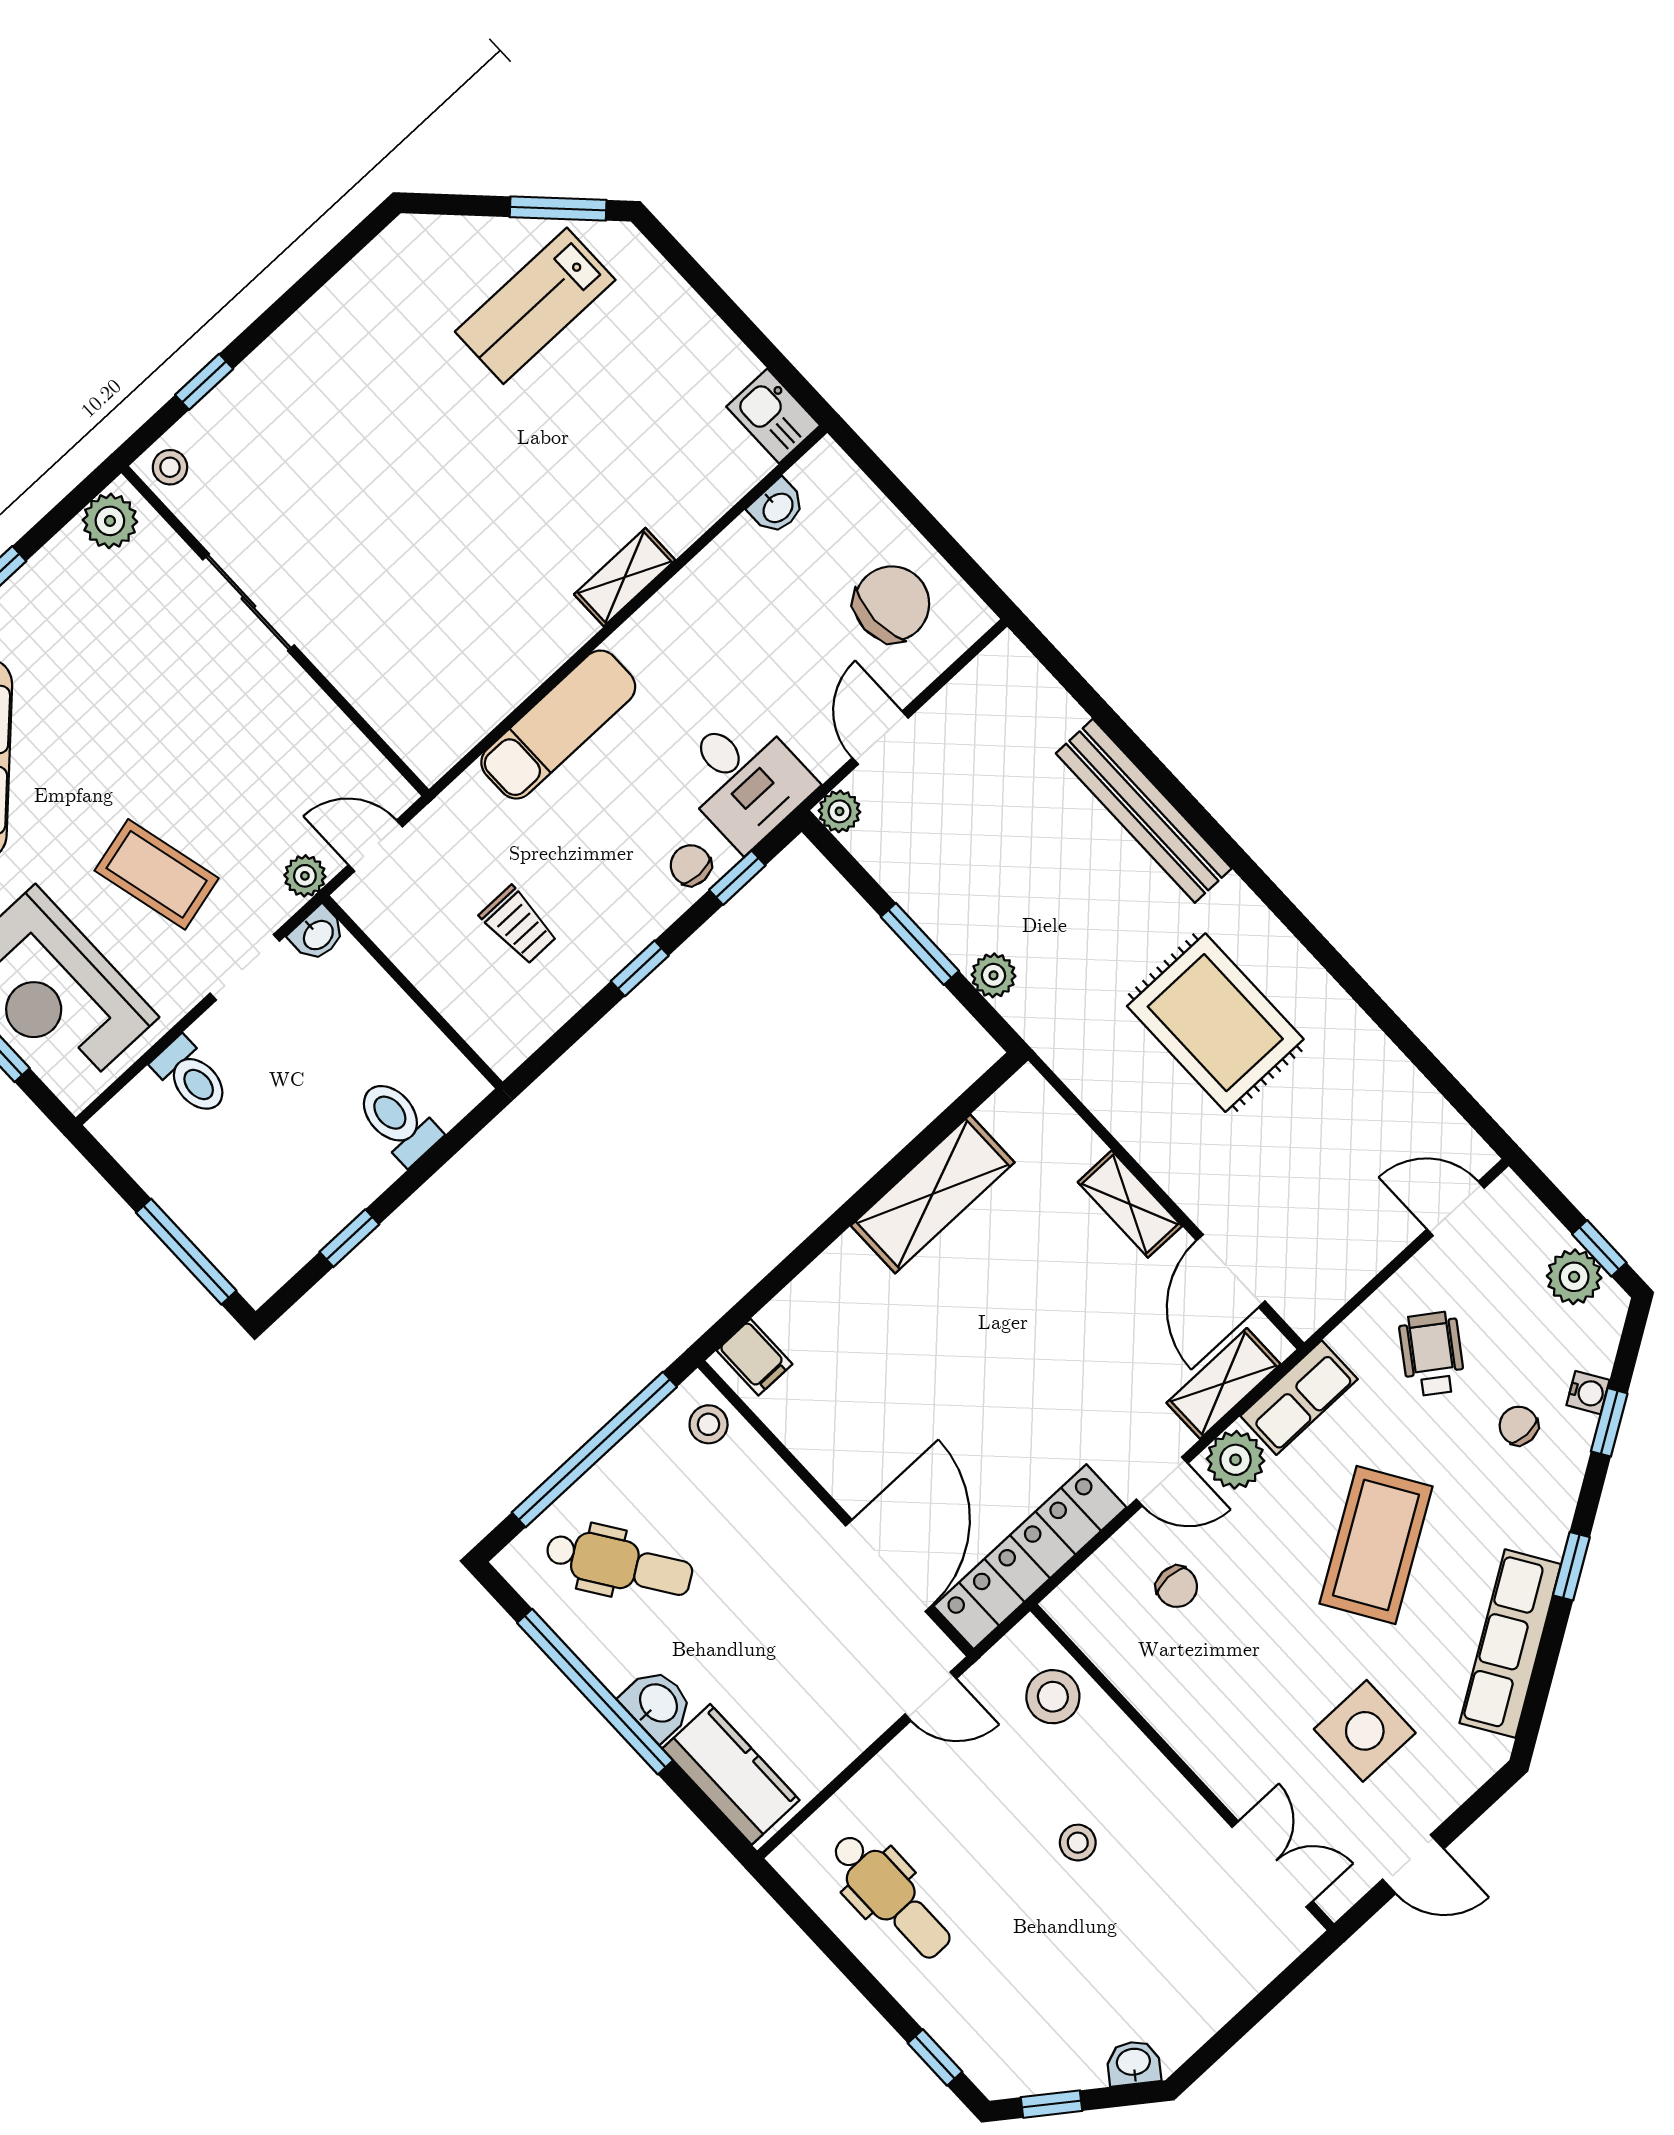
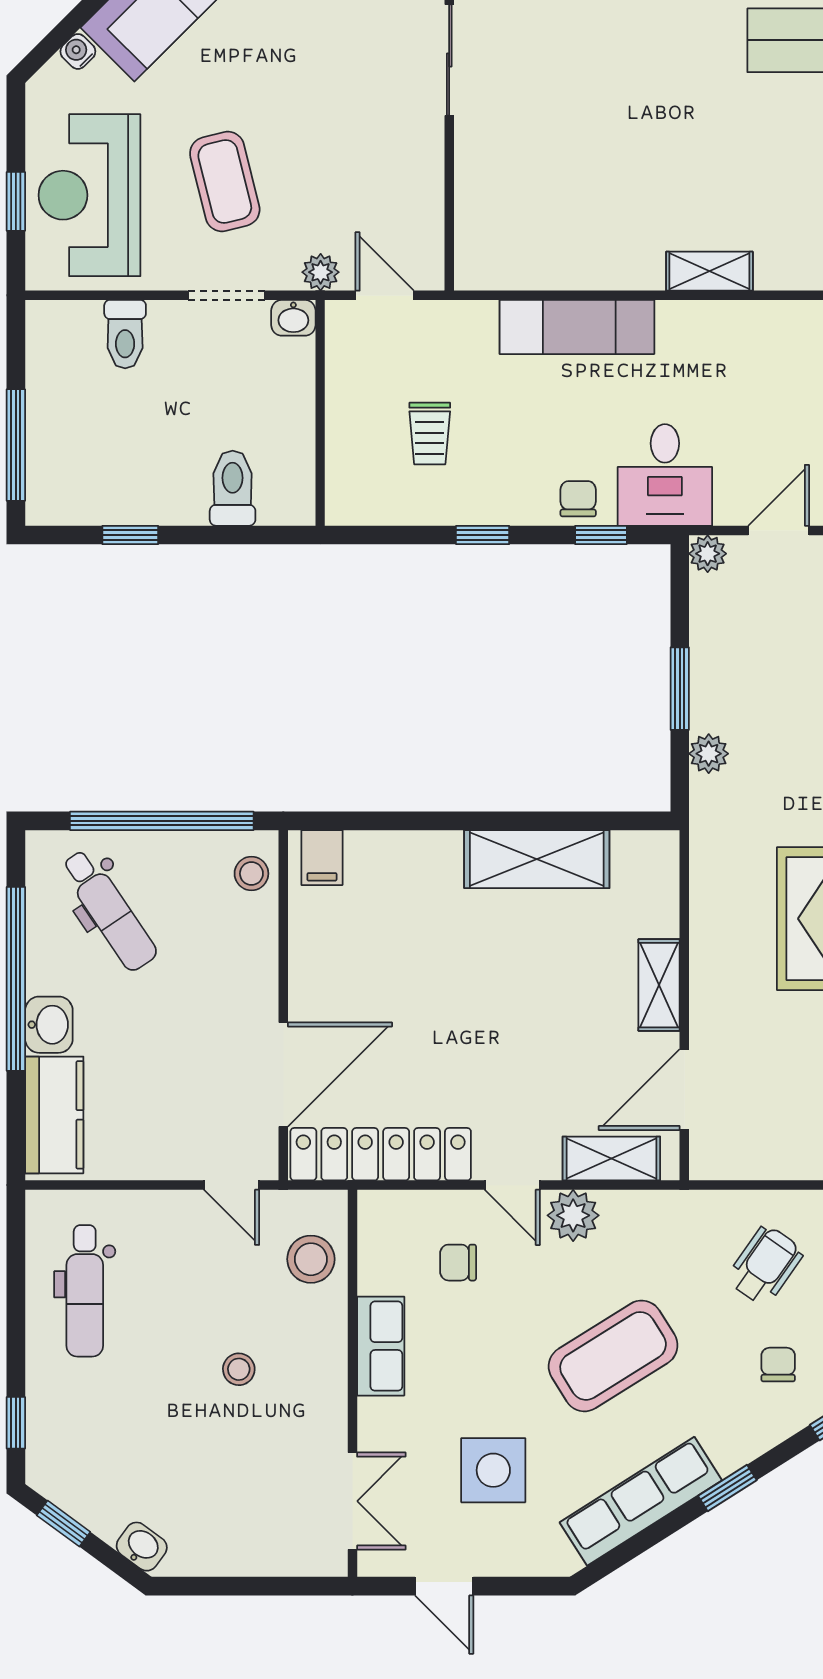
row of seats: (1299, 1398) -> (381, 1346), moved, turned -90
chair: (1177, 1587) -> (458, 1263), turned 90

